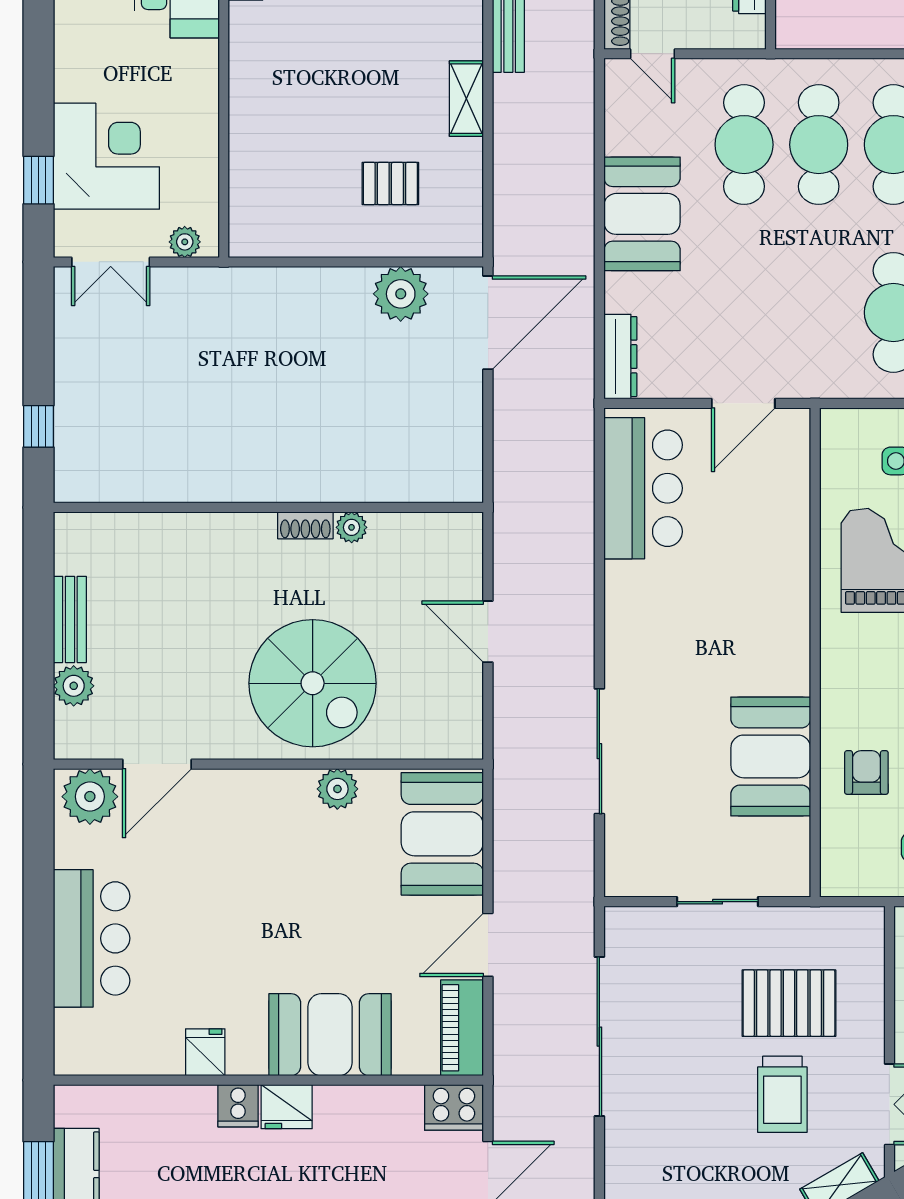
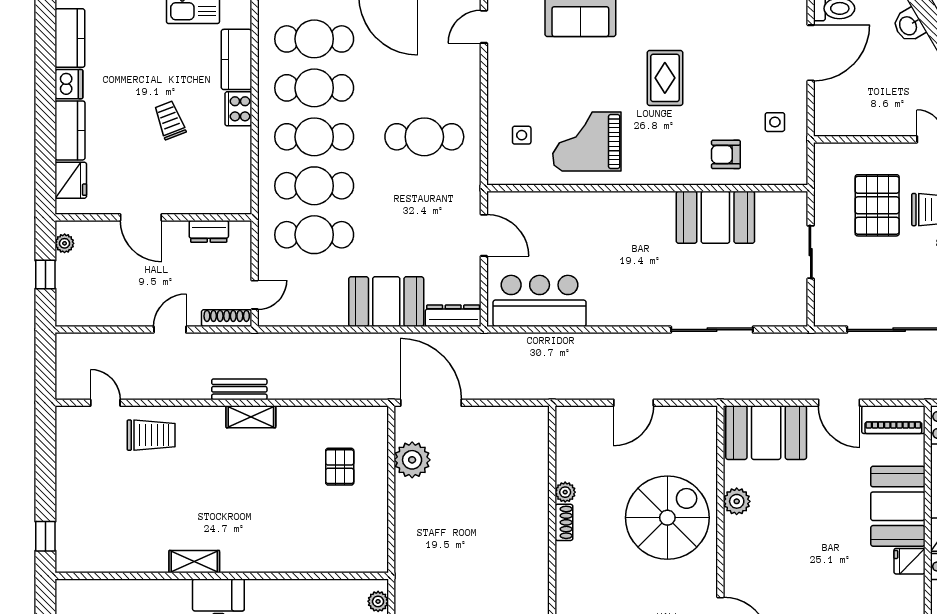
shelving: (466, 99) -> (251, 417), moved
booth: (642, 214) -> (386, 302), moved
fridge: (205, 1052) -> (909, 561), moved

